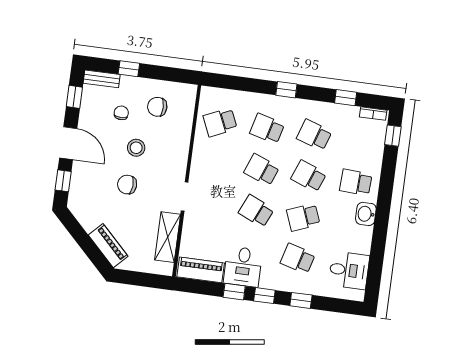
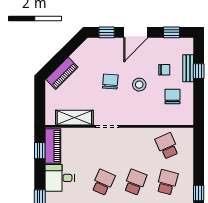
bench: (102, 79) -> (188, 68), moved
window: (234, 292) -> (40, 151), moved

